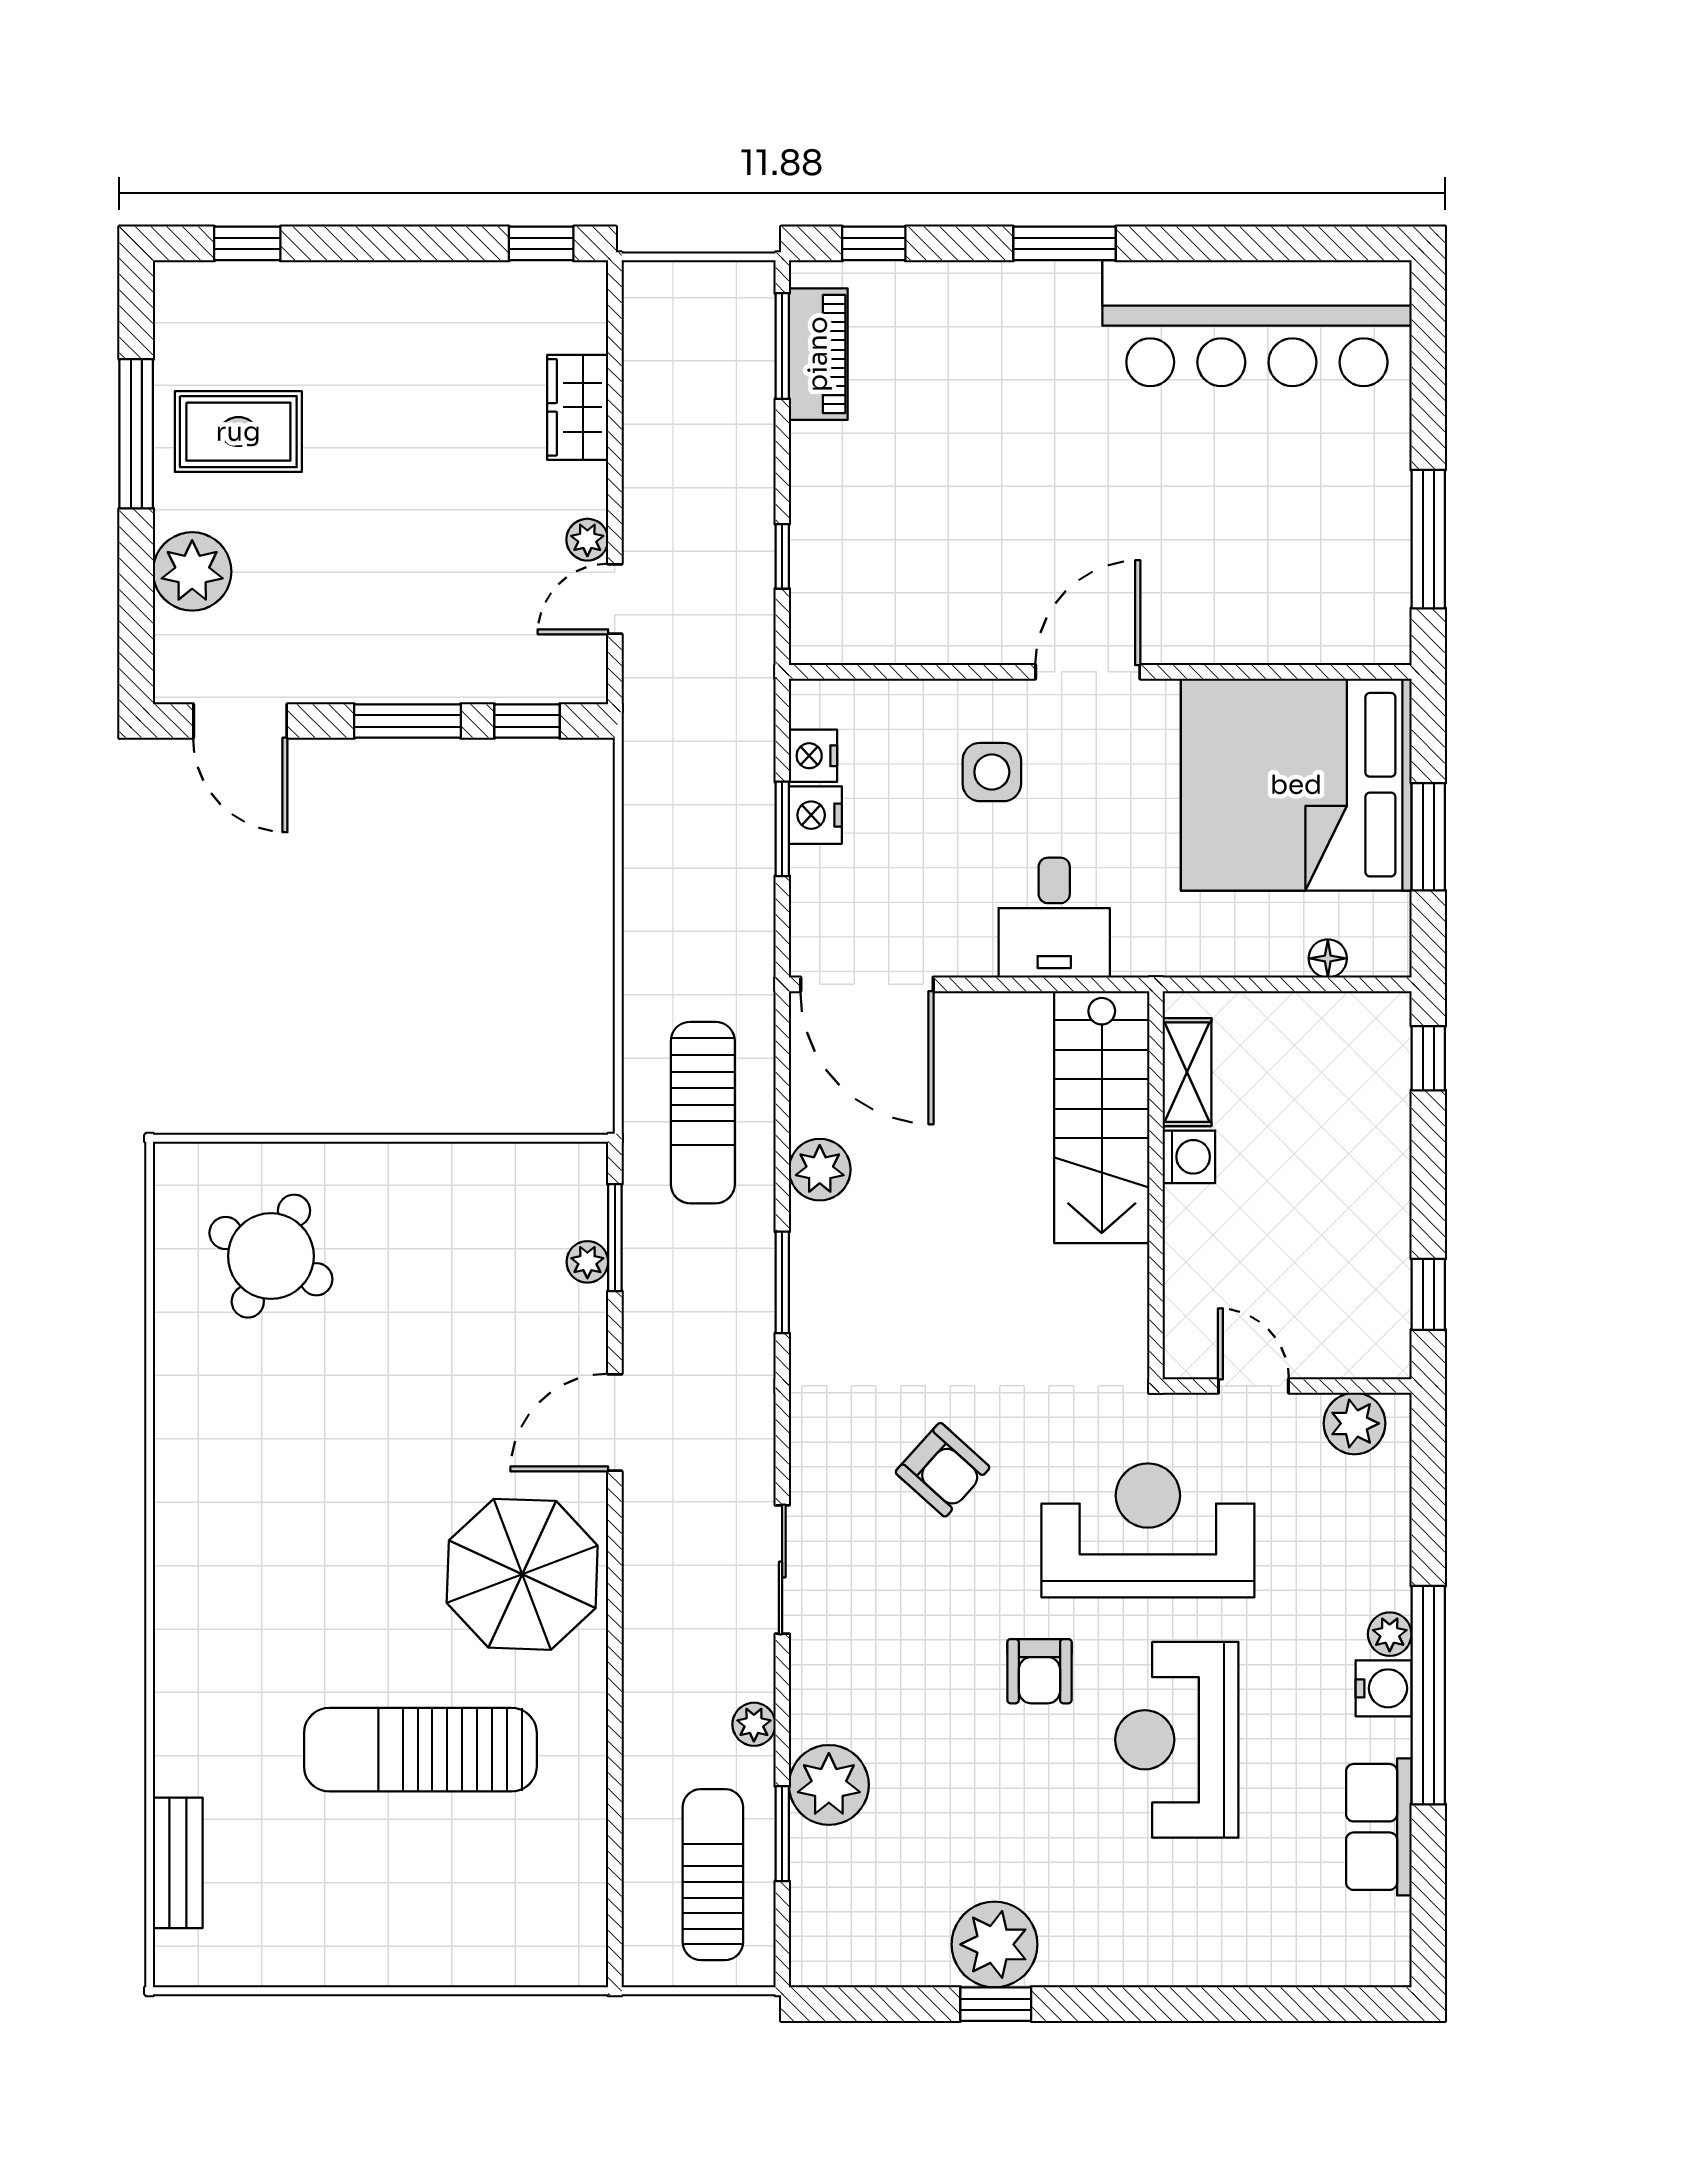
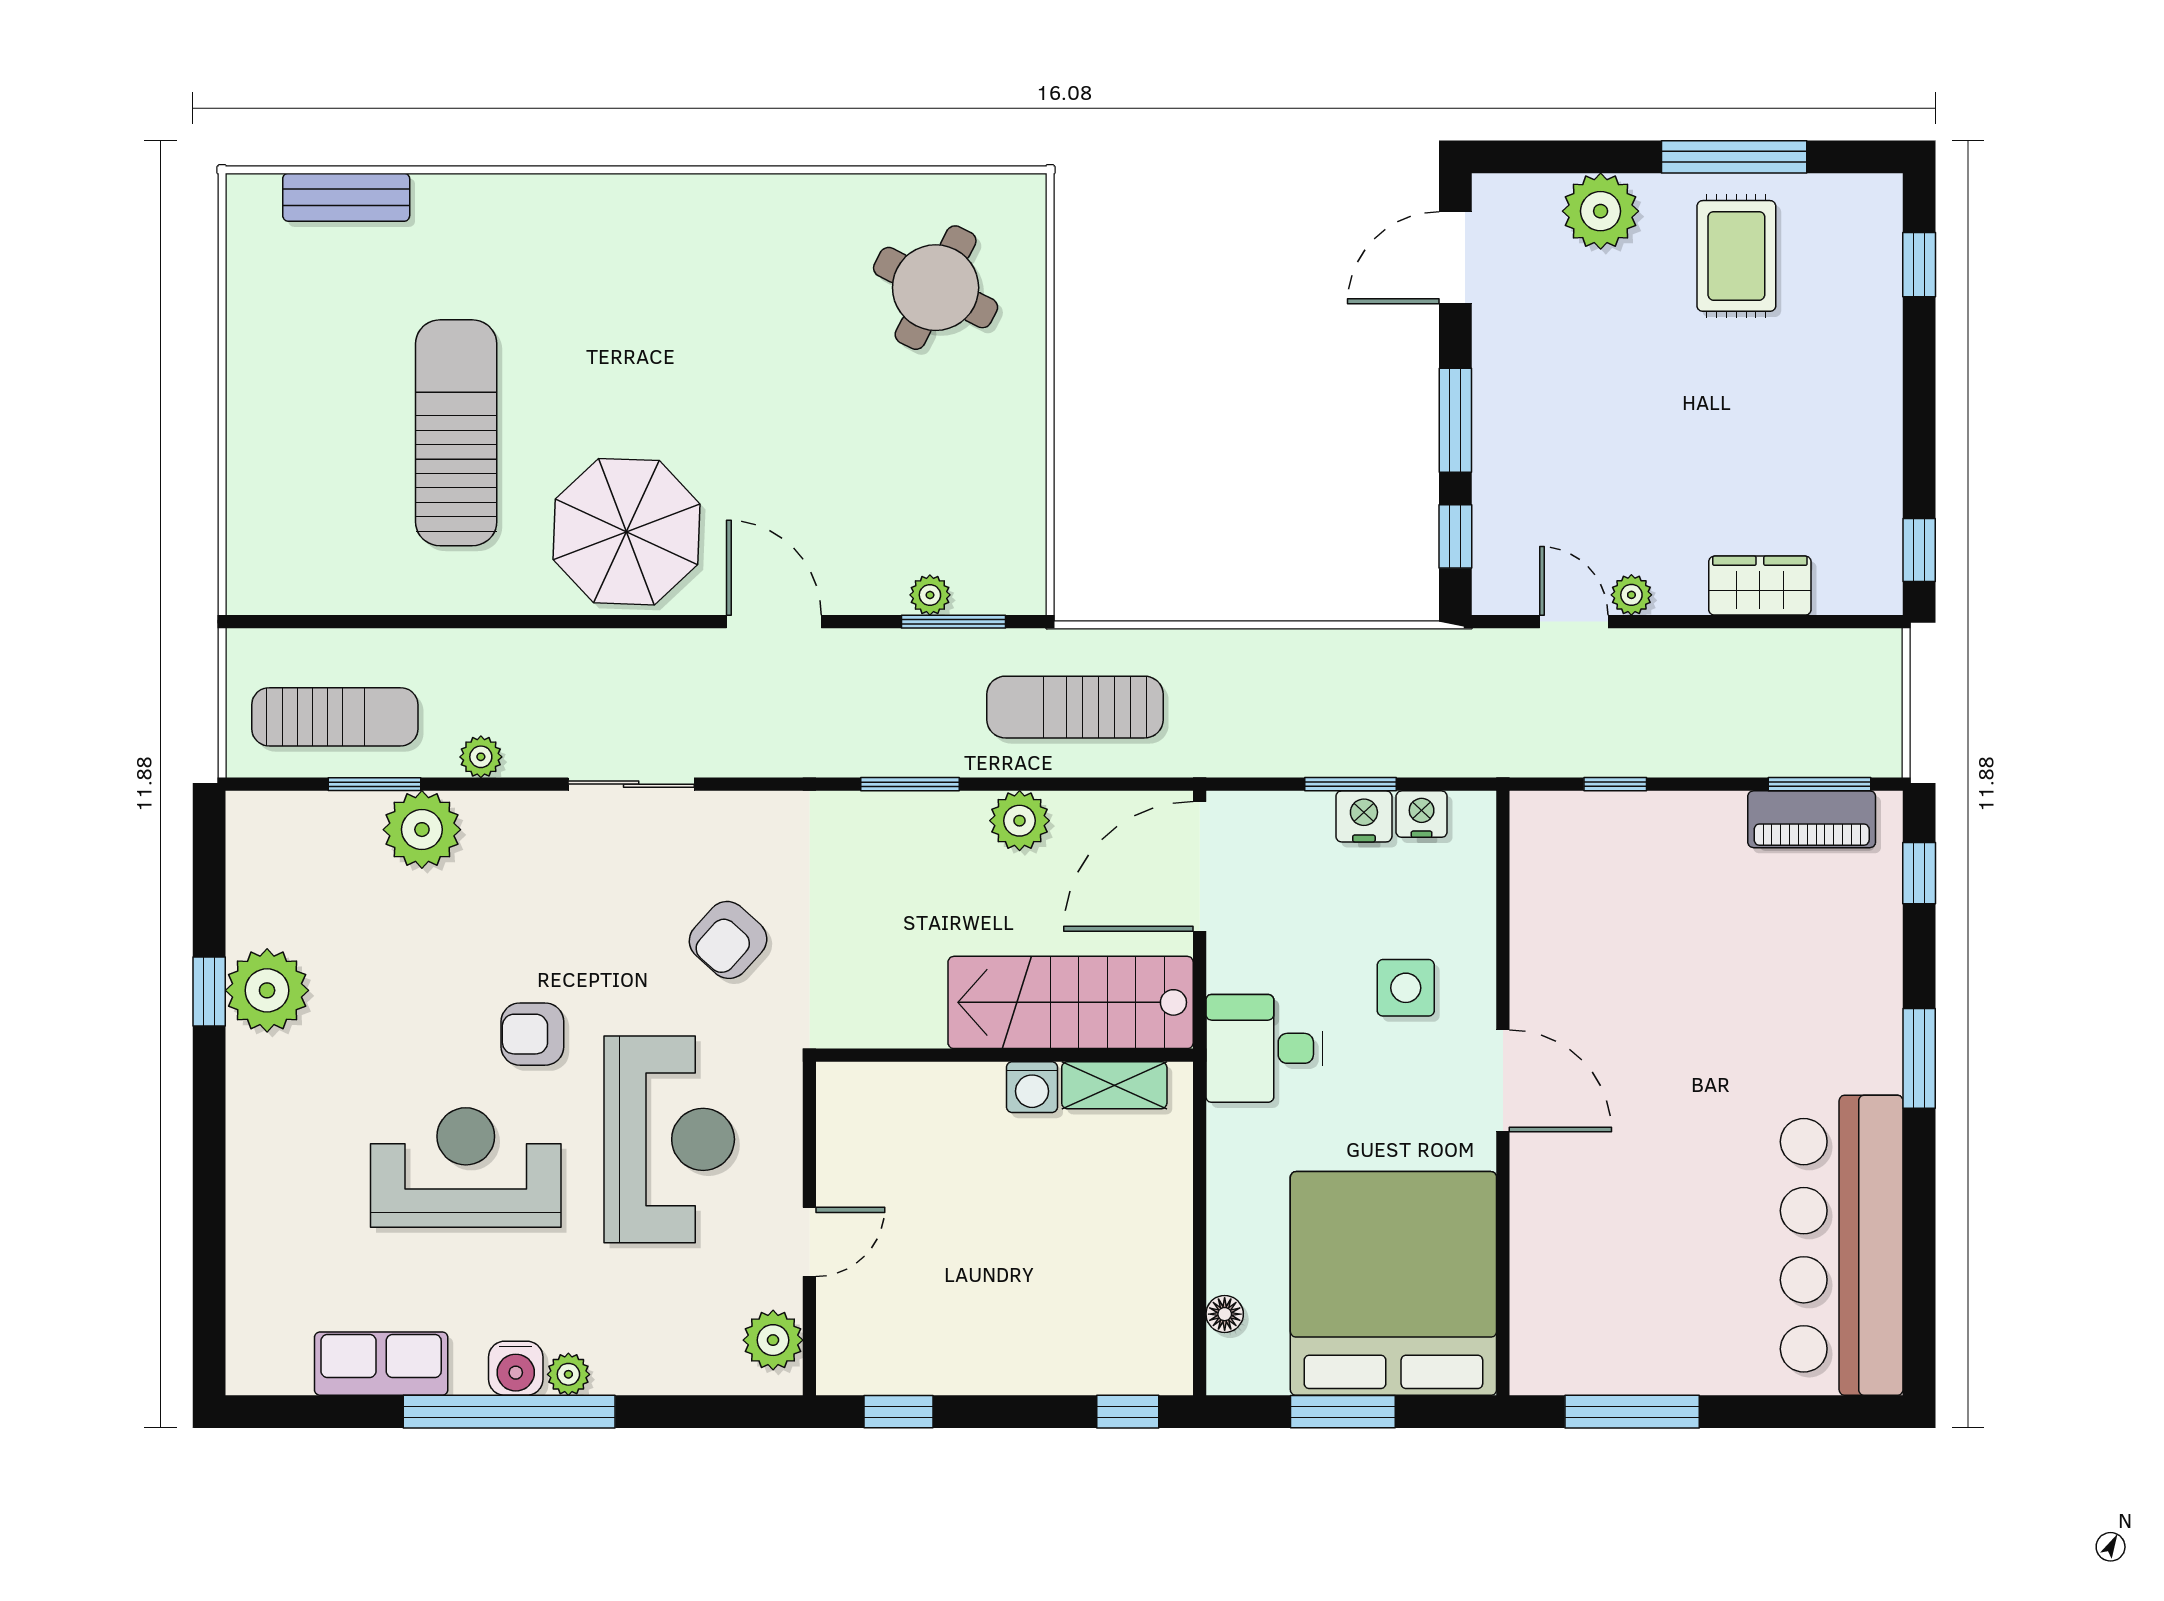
shelving: (1187, 1072) -> (1114, 1085), moved
stairs: (1102, 1117) -> (1071, 1002), moved
washing machine: (1189, 1157) -> (1032, 1087), moved
wall: (1156, 1185) -> (1004, 1055), moved

